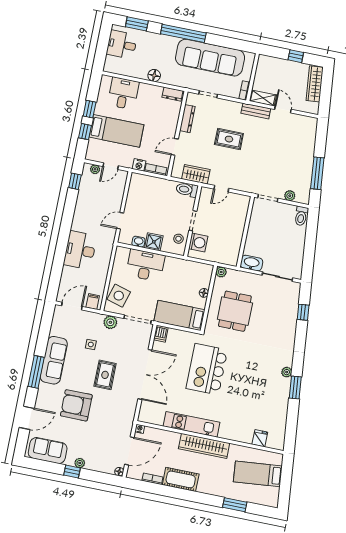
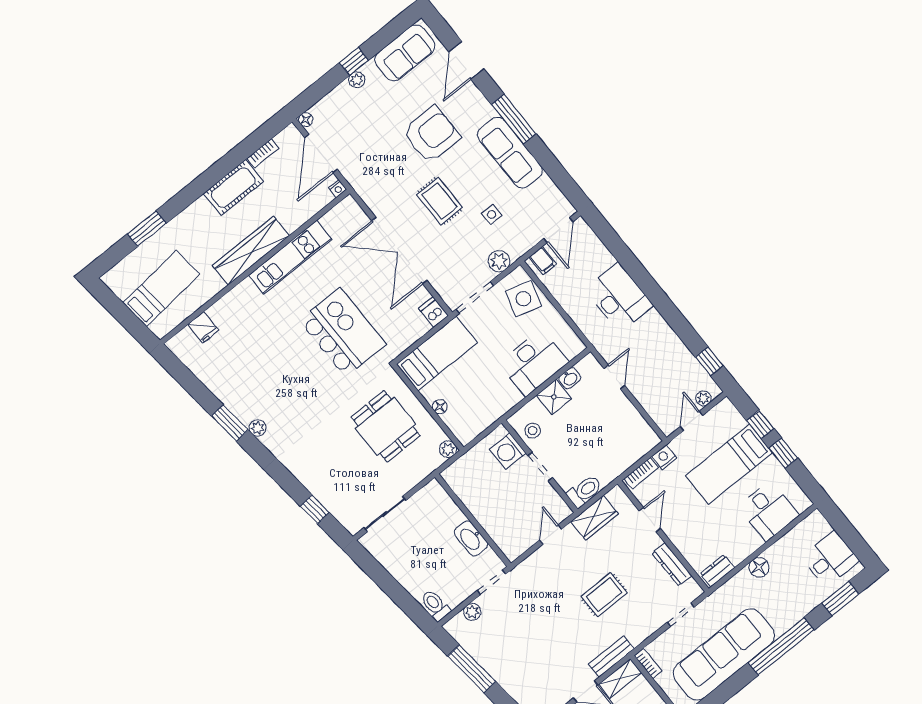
washbasin: (251, 263) -> (471, 538), moved, turned 90

